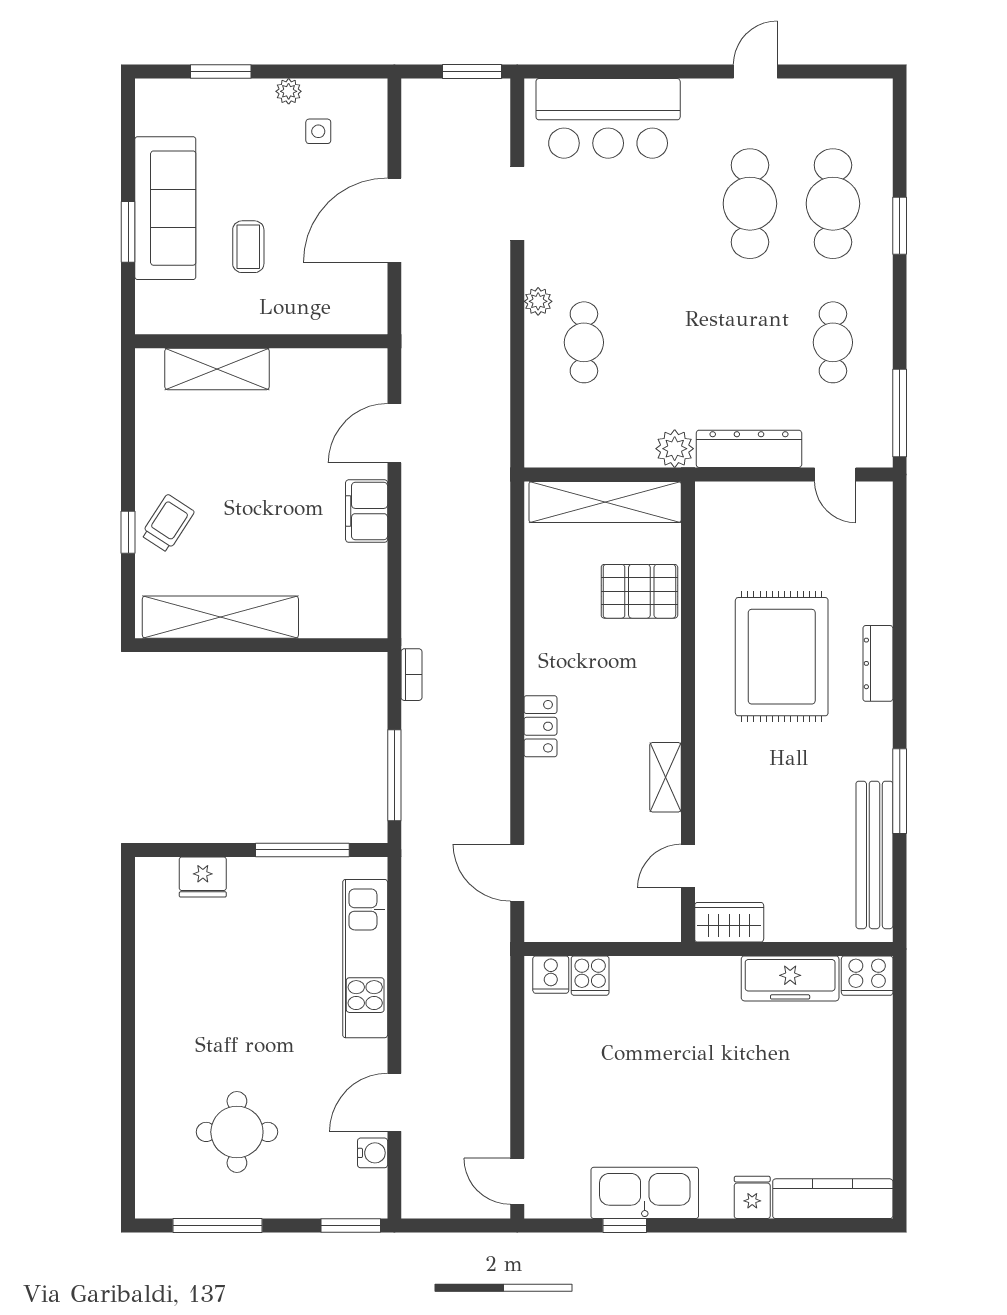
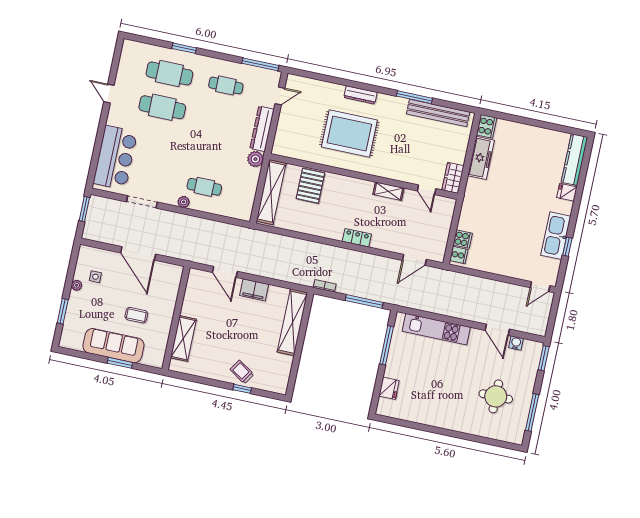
shelving: (220, 617) -> (292, 322), moved

